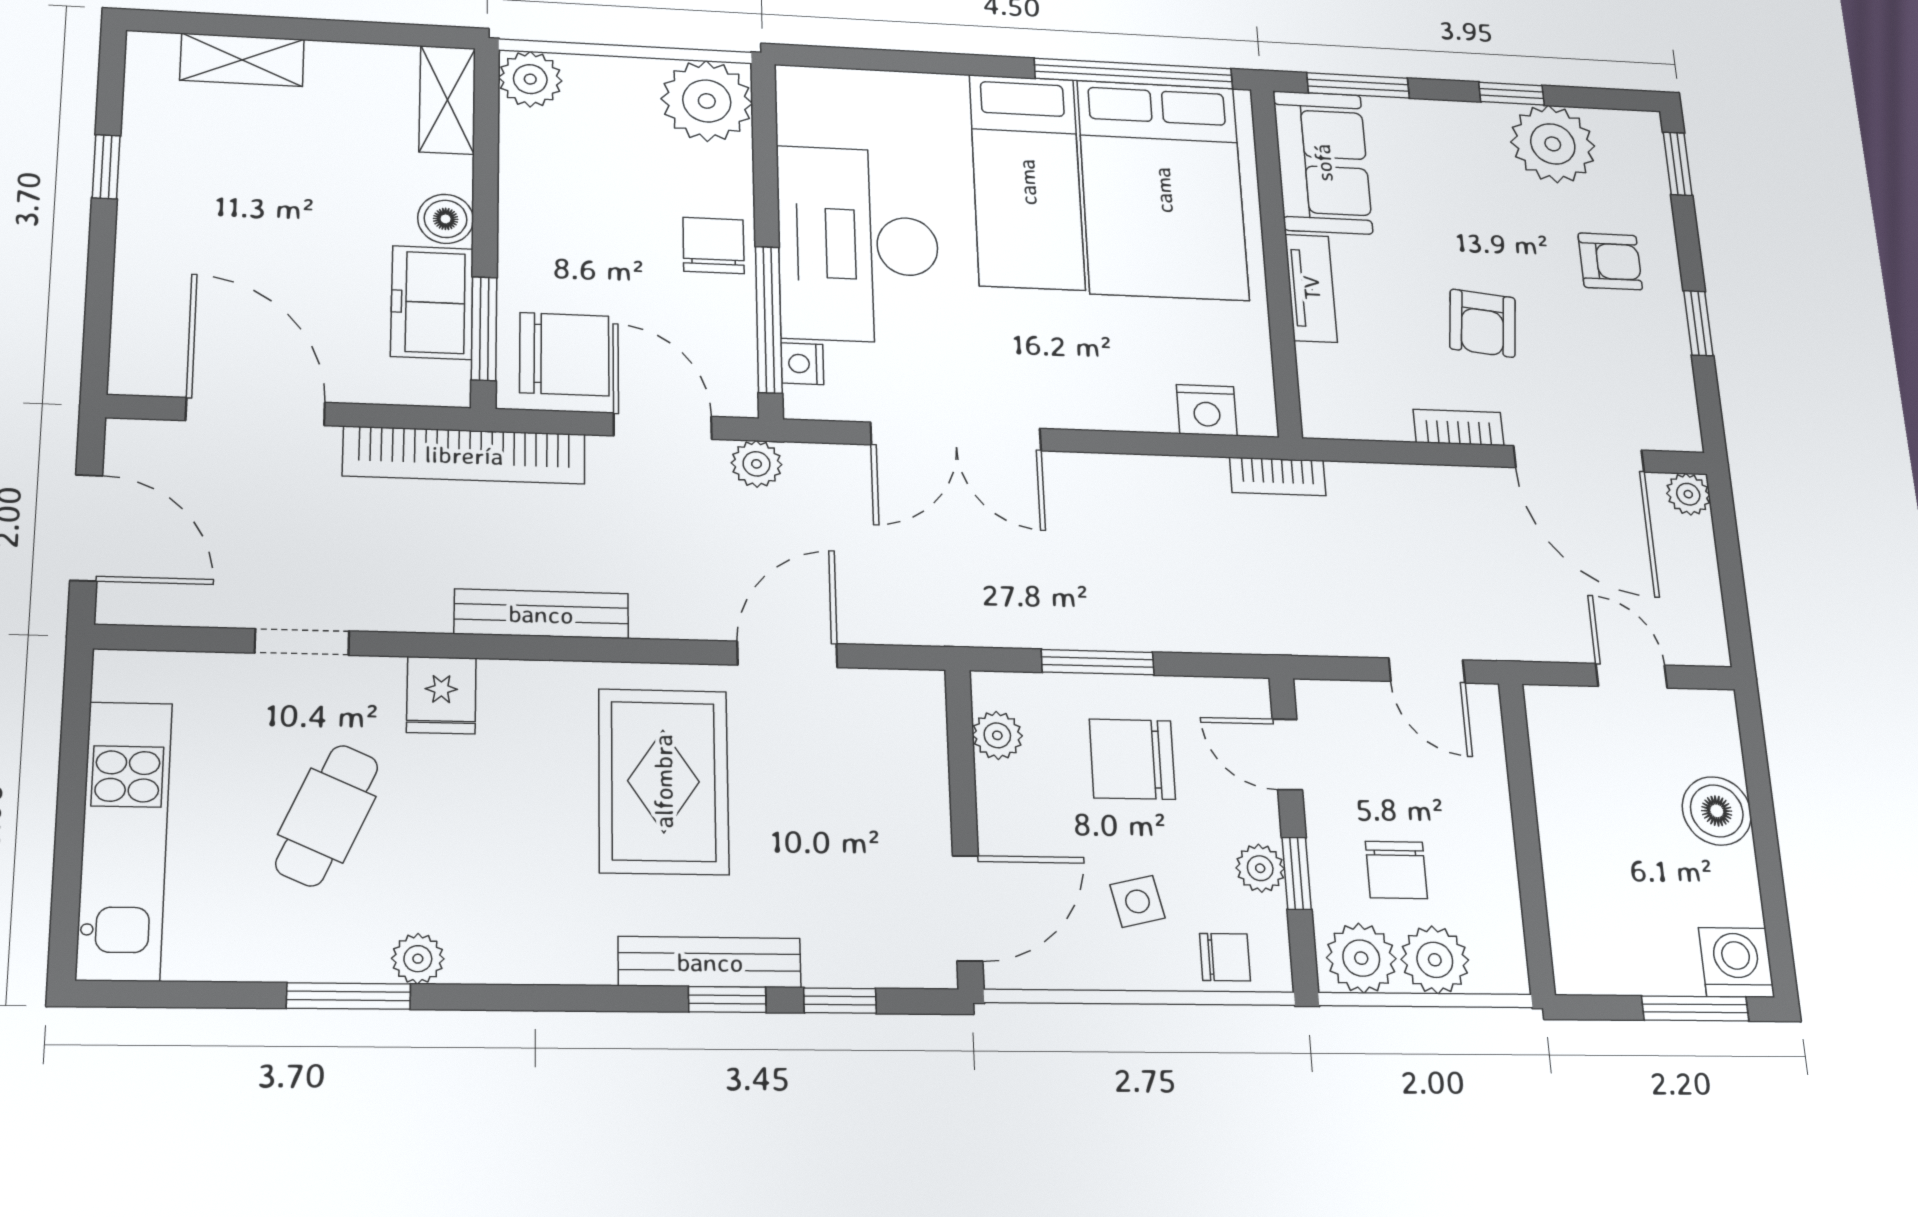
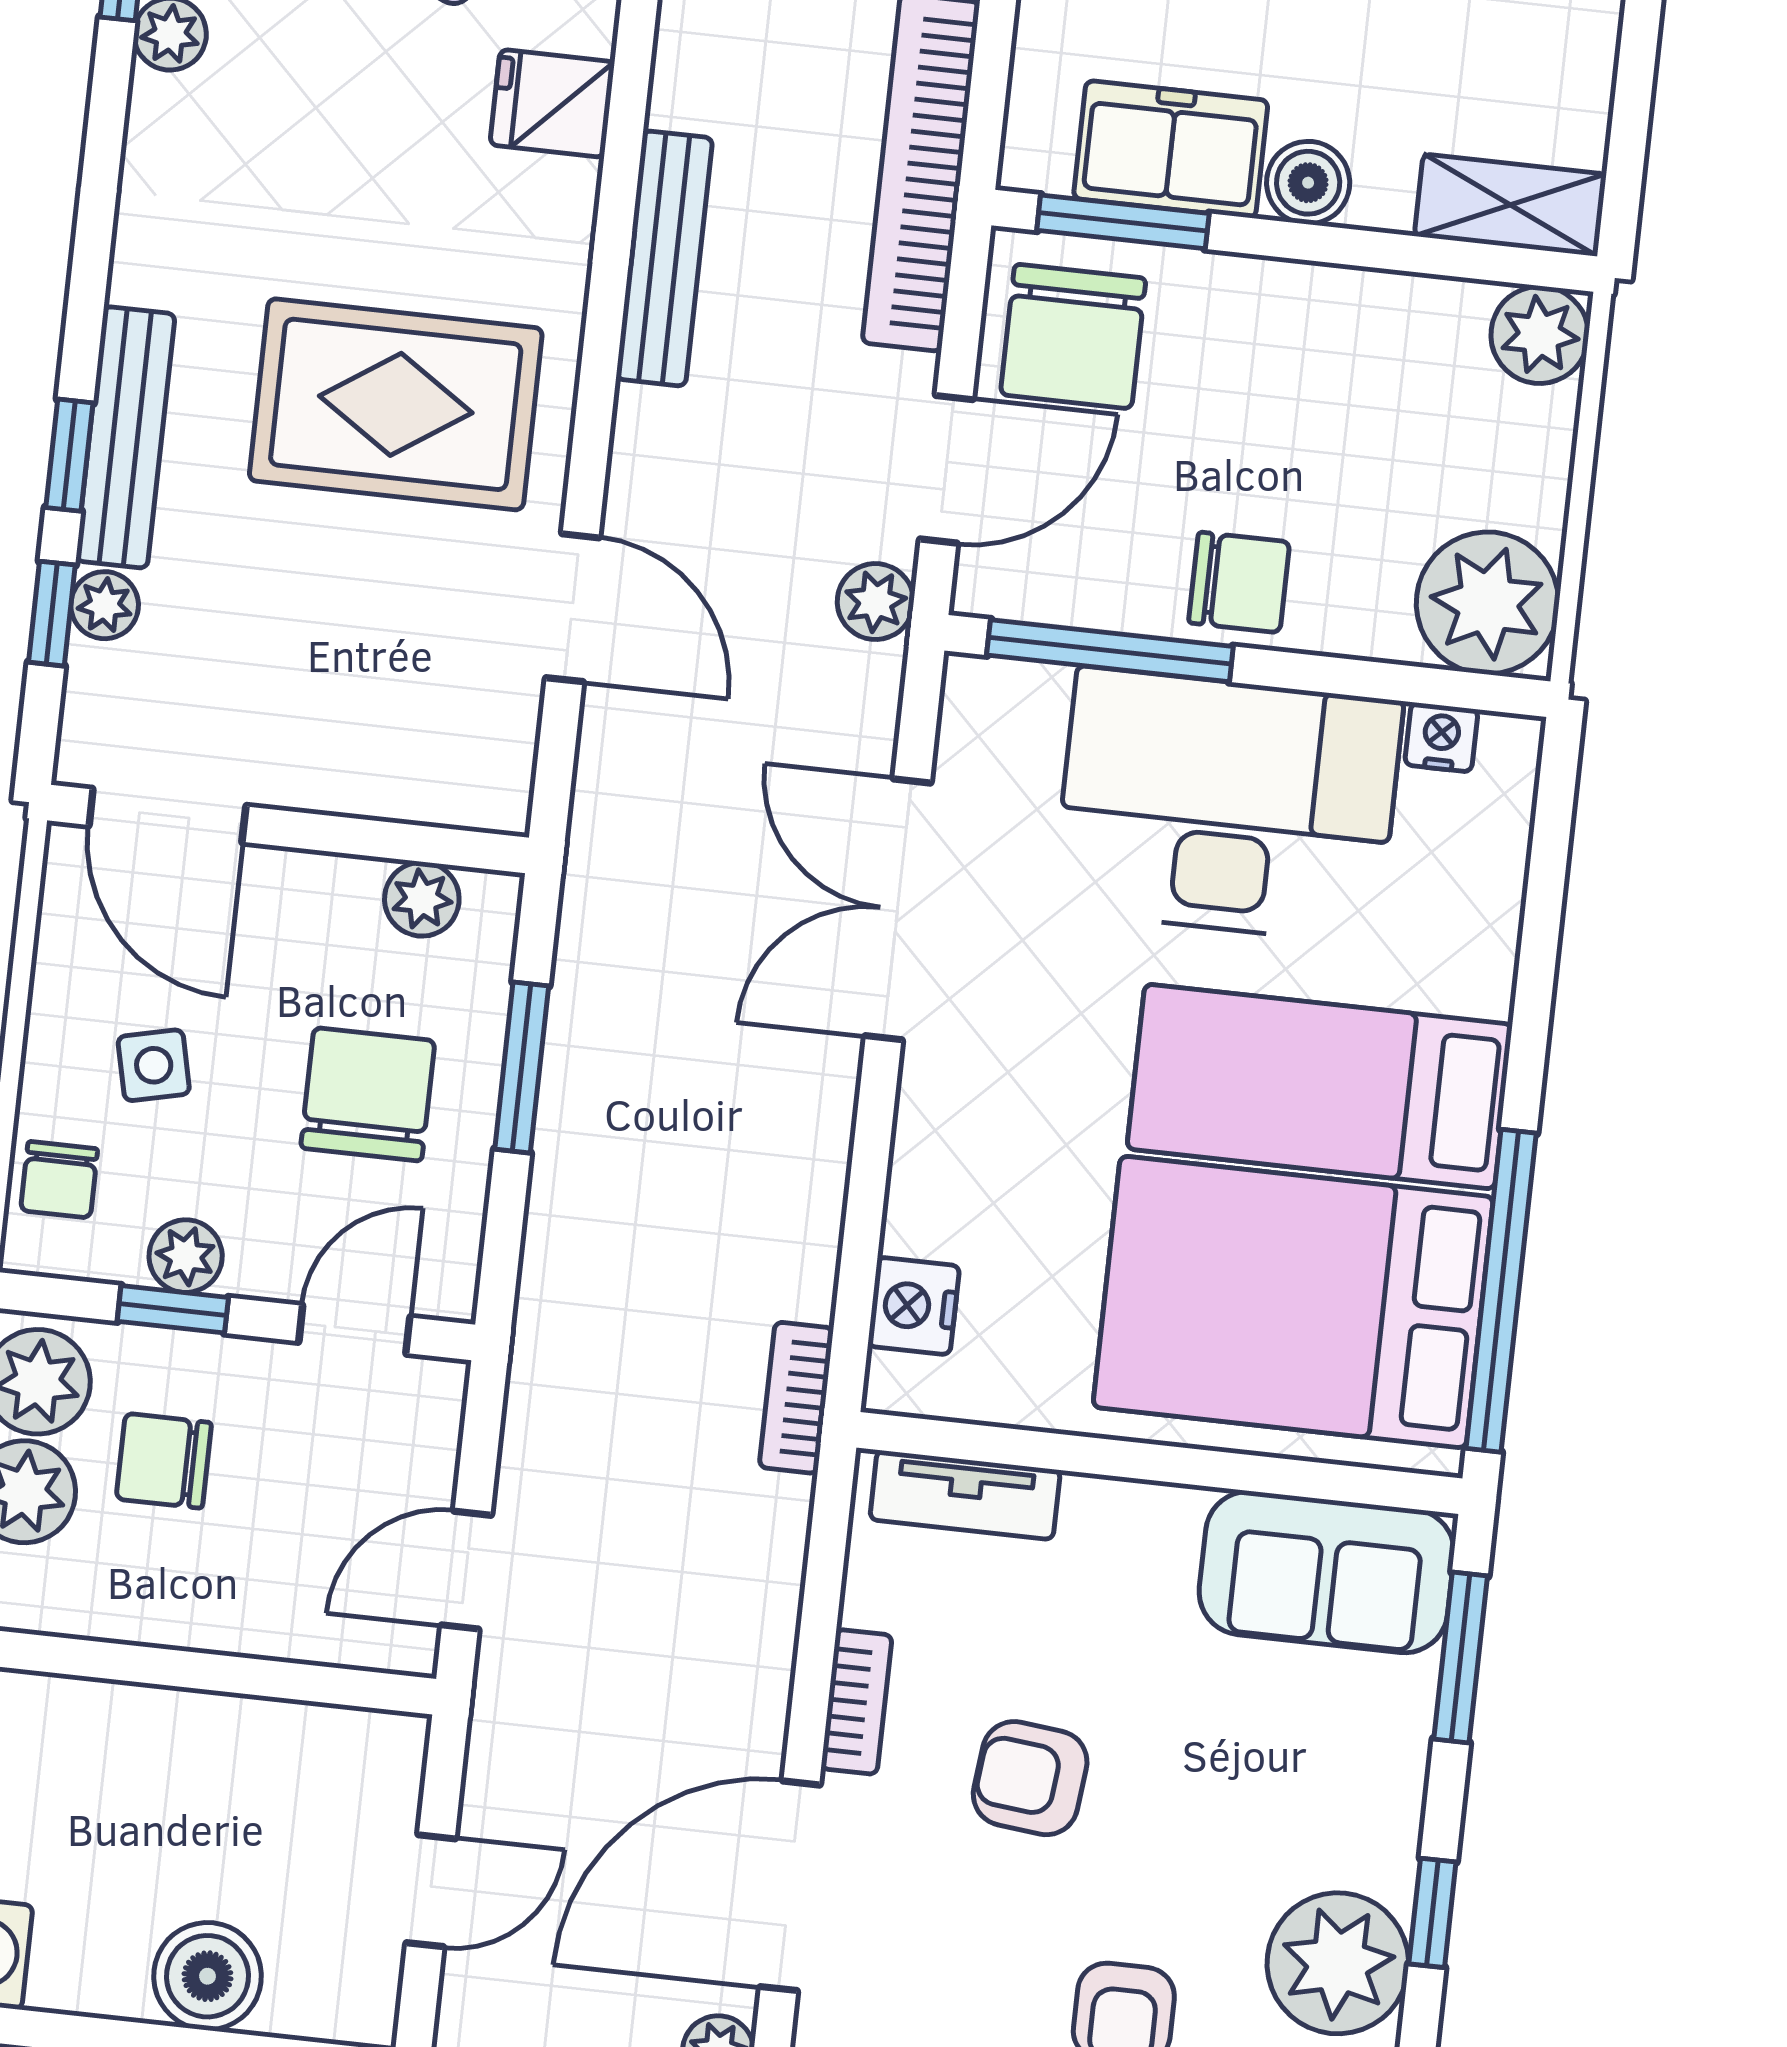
tv unit: (1311, 288) -> (965, 1495), moved
nightstand: (802, 364) -> (1441, 737), moved
plant: (829, 965) -> (105, 605), added

